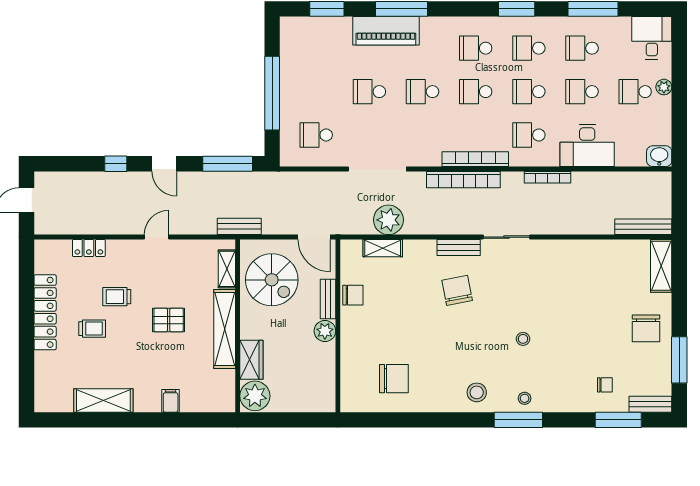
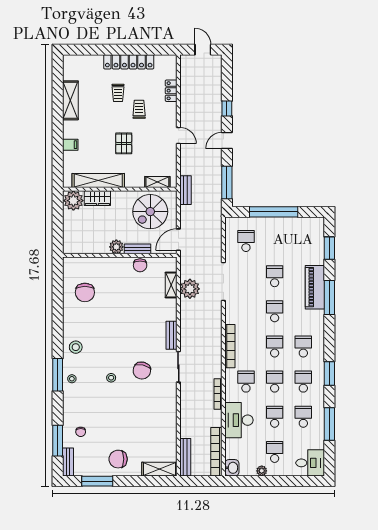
plant: (664, 87) -> (262, 471), moved
bookcase: (463, 180) -> (216, 452), moved
chair: (457, 290) -> (142, 371), moved, turned 115
shelving: (225, 329) -> (98, 180), moved

